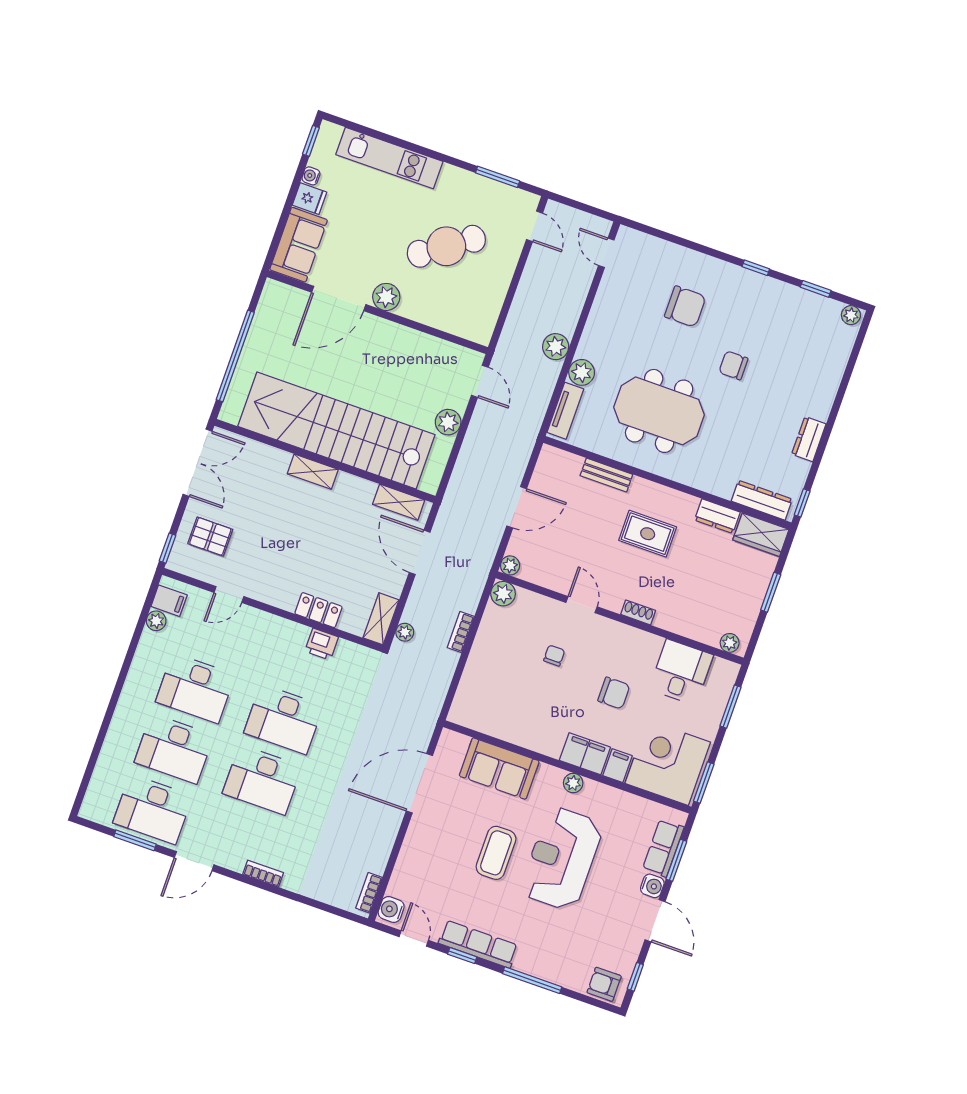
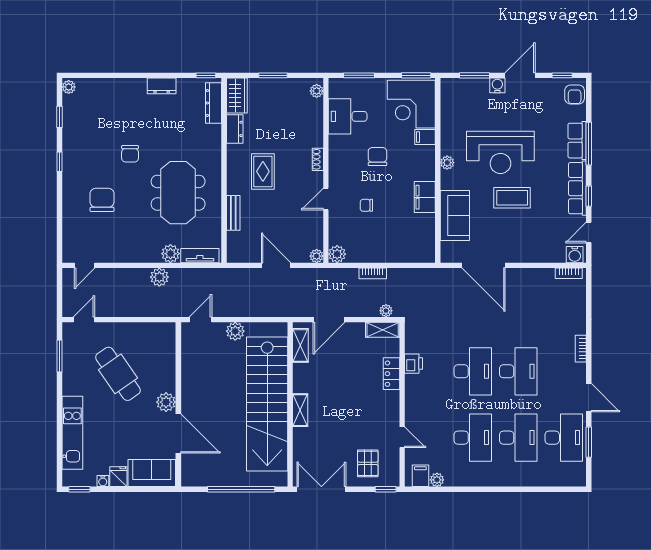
filing cabinet: (585, 754) -> (425, 197), moved
row of seats: (663, 848) -> (577, 141), moved, turned 90

